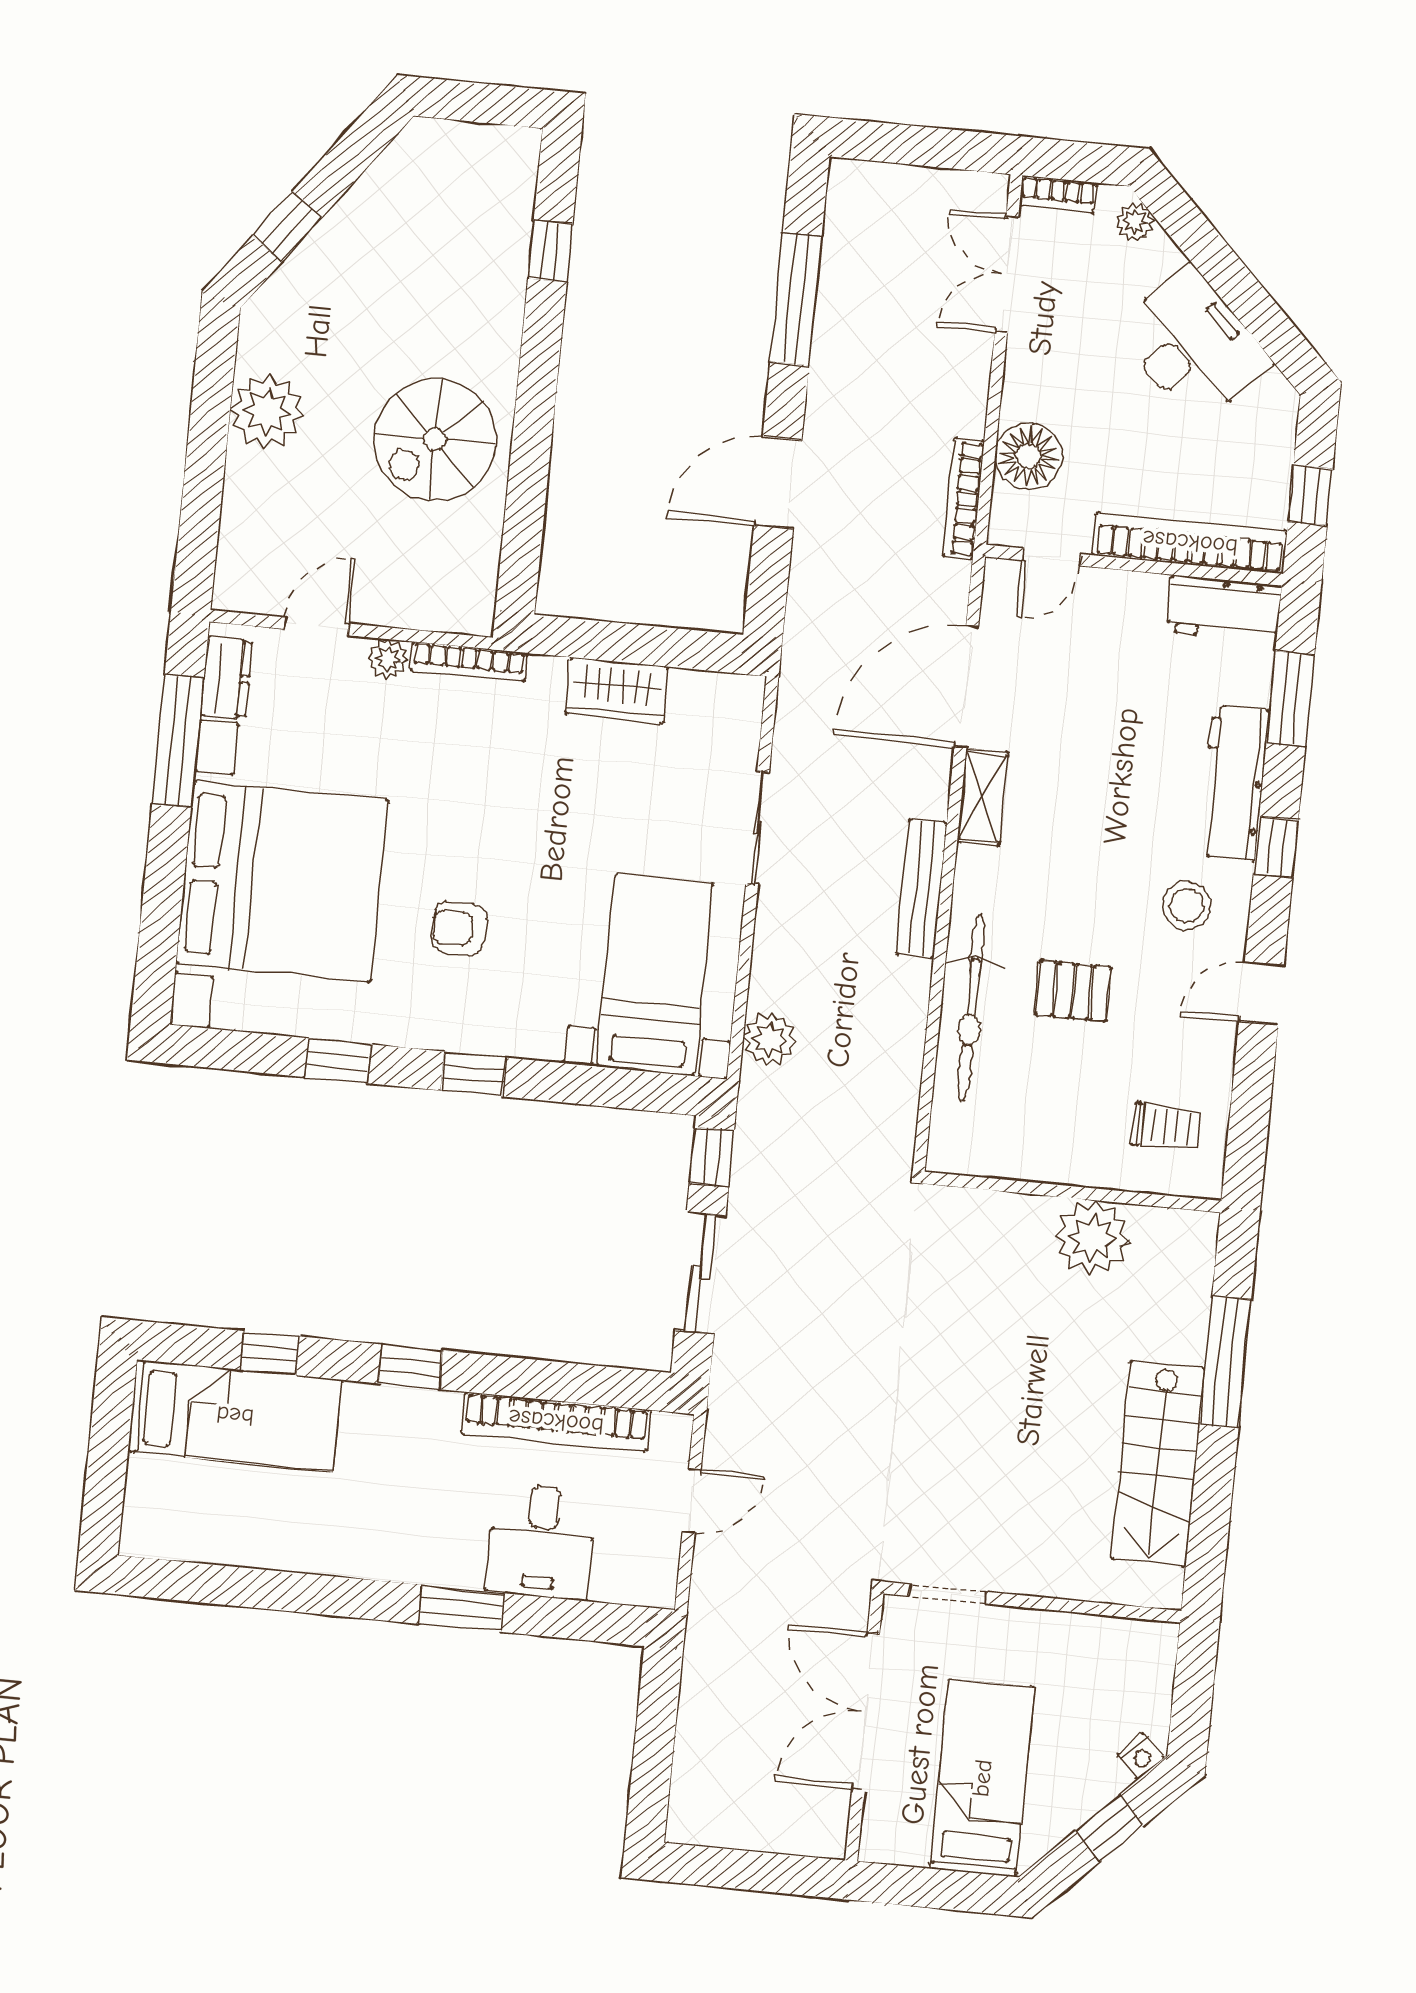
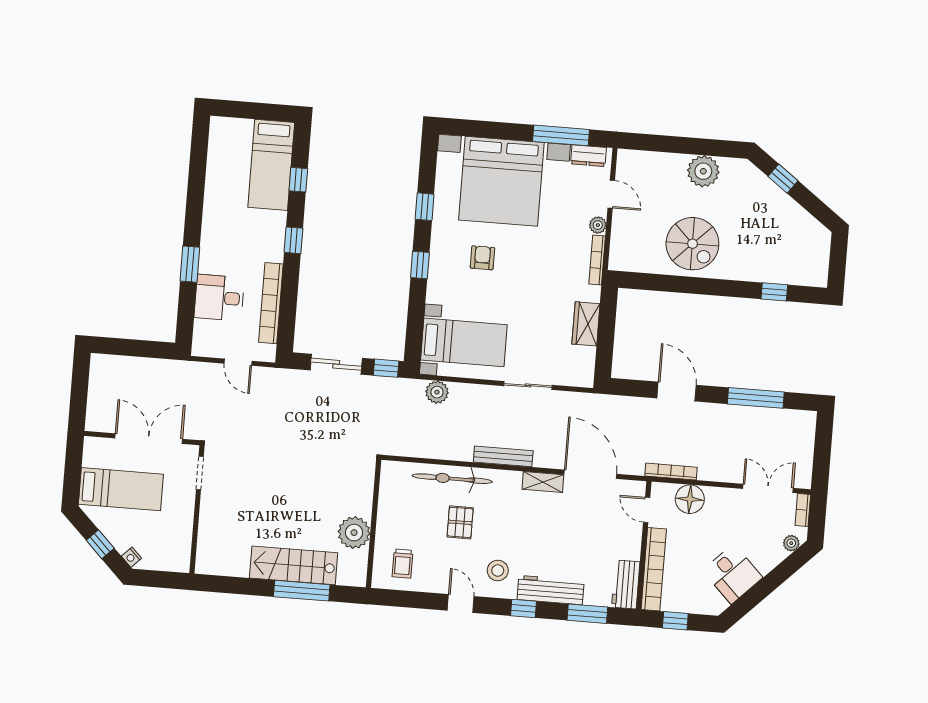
desk: (1193, 346) -> (733, 574), width x0.73
spiral stairs: (435, 440) -> (692, 244), turned 180
stairs: (1158, 1464) -> (294, 565), moved

